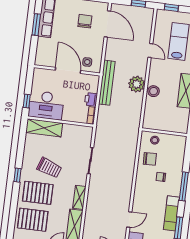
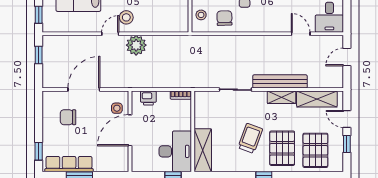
door: (107, 24) -> (84, 90), moved
door: (150, 51) -> (110, 34), moved
bench: (107, 83) -> (280, 81), moved
stool: (154, 91) -> (126, 17), moved
printer: (91, 99) -> (148, 98), moved

